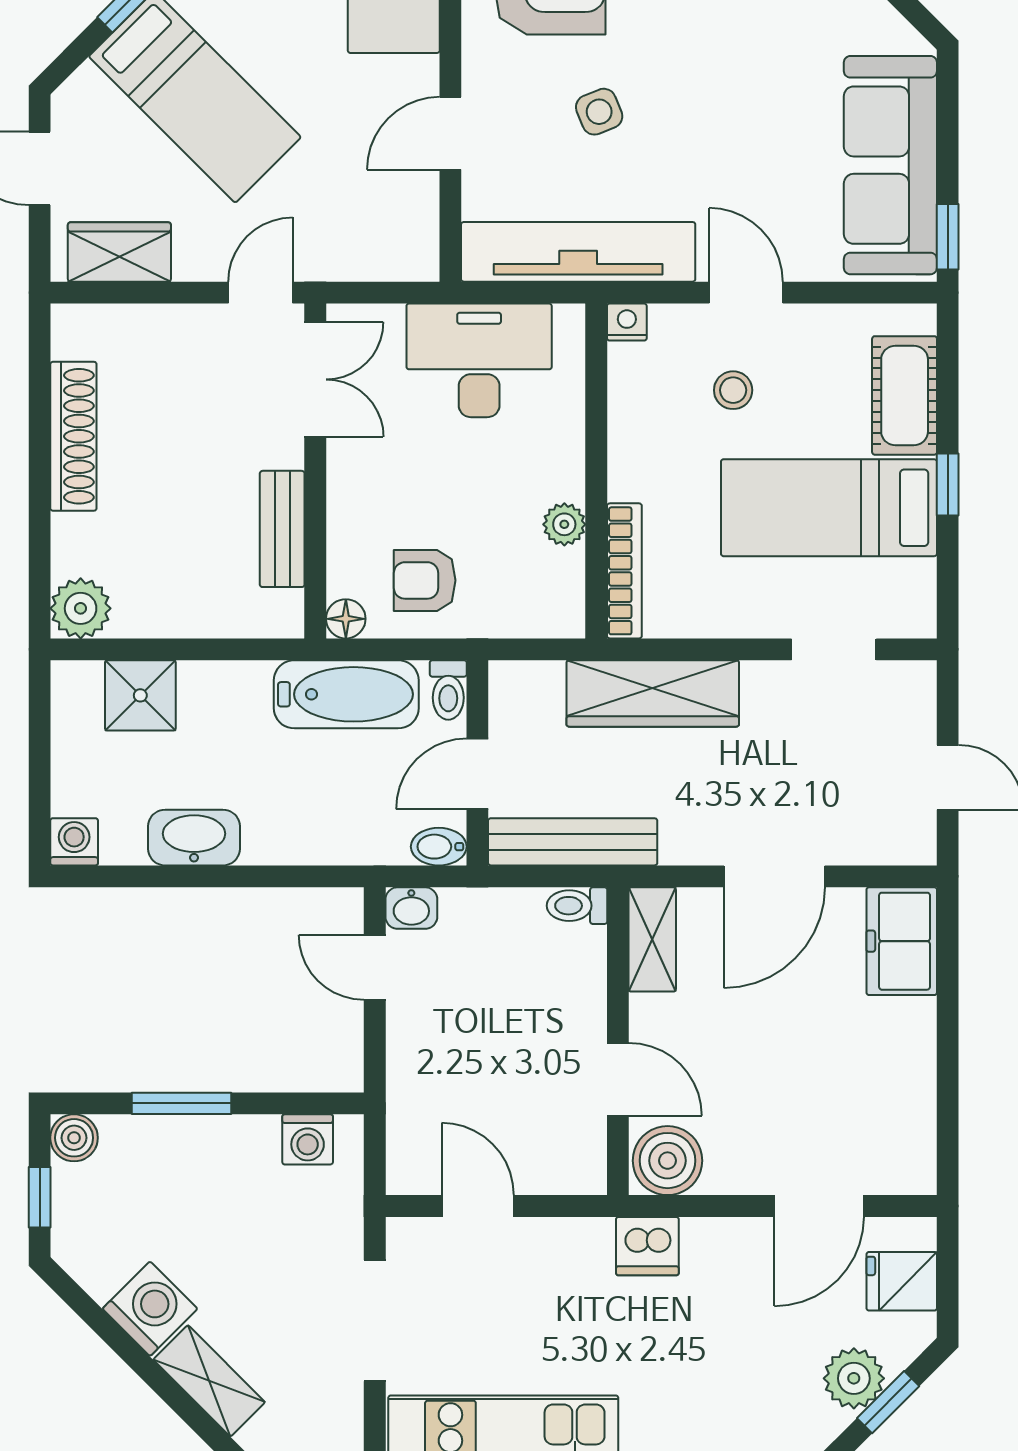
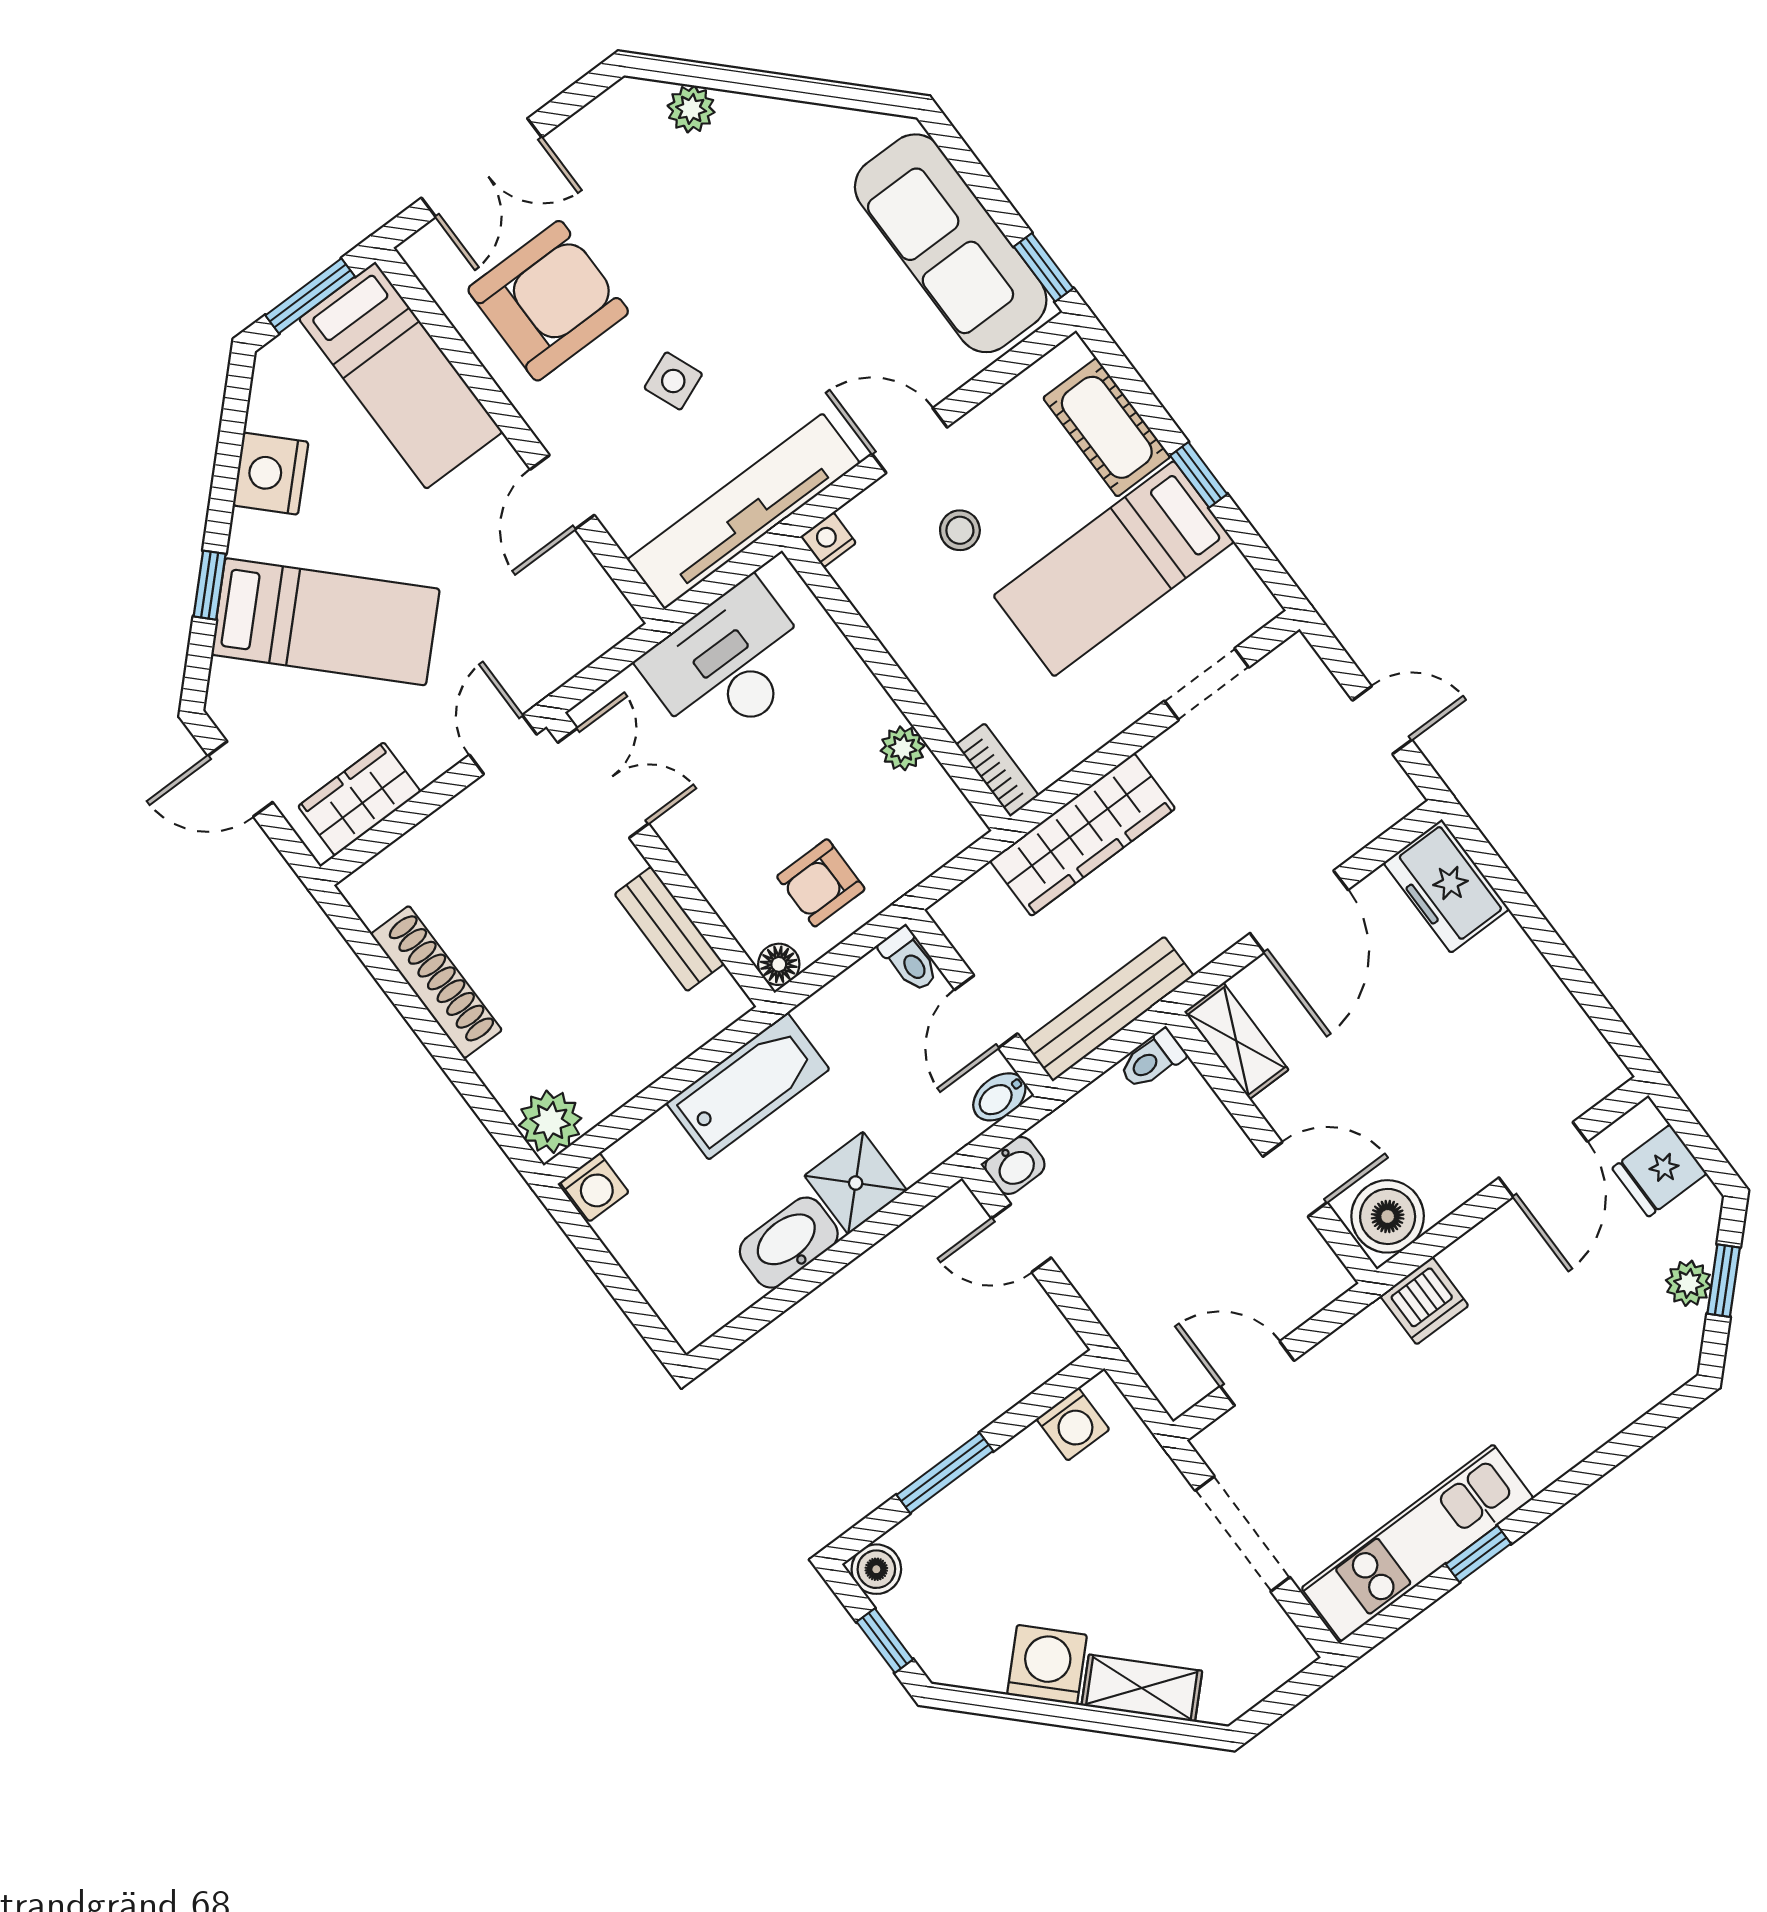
bookcase: (624, 571) -> (997, 770), width x0.64
bathtub: (346, 694) -> (748, 1086), moved
shower: (140, 695) -> (856, 1183), moved
washing machine: (74, 842) -> (594, 1187), moved, turned 180
plant: (854, 1378) -> (1689, 1283), width x0.73, depth x0.73

